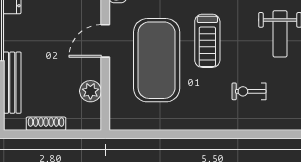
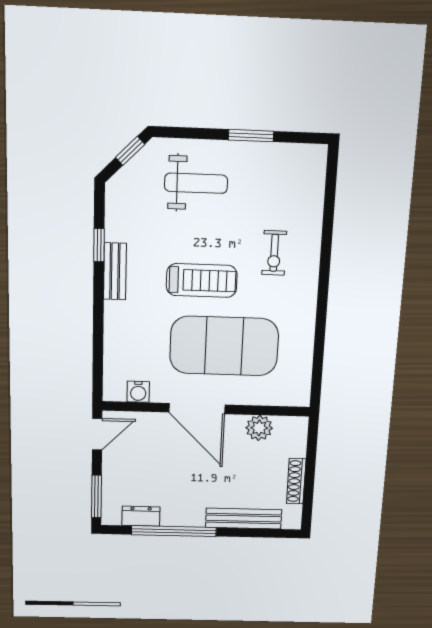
door: (105, 41) -> (197, 409), width x1.36
exercise bike: (249, 91) -> (274, 253), moved

